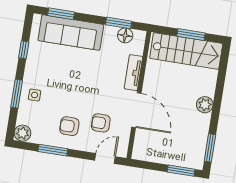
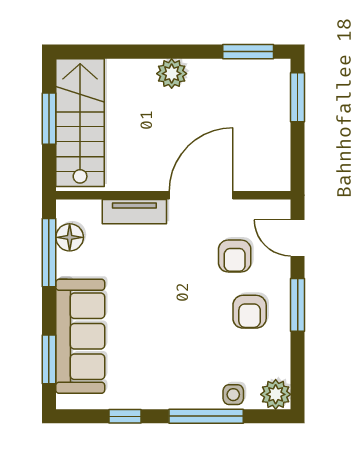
window: (119, 23) -> (49, 253), width x1.44
window: (17, 94) -> (206, 416), width x1.44
side table: (35, 95) -> (233, 395), moved
window: (53, 150) -> (298, 305), moved

